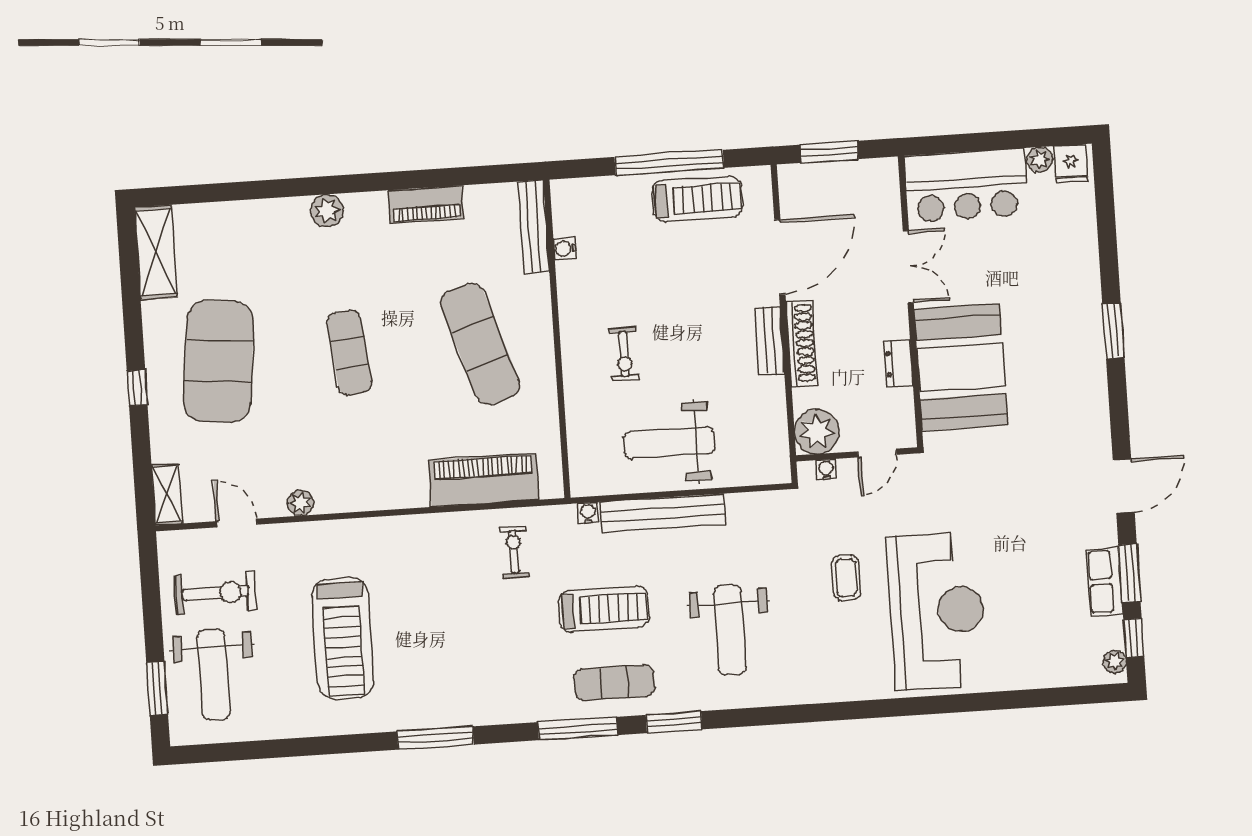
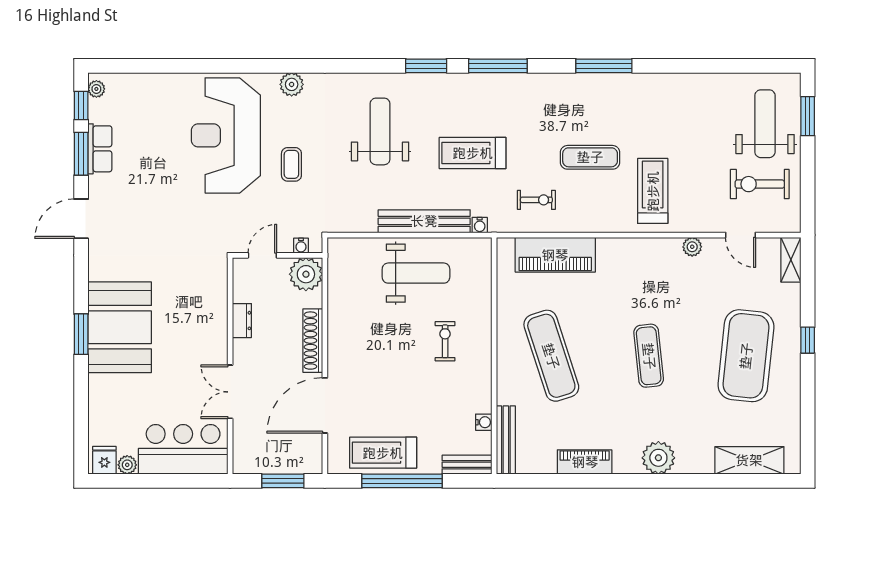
plant: (327, 211) -> (658, 458), width x1.36, depth x1.36
shelving: (156, 252) -> (749, 460), moved, turned 90
bench: (769, 341) -> (467, 465), moved, turned 90
booth: (961, 367) -> (120, 327), moved
exercise bike: (514, 552) -> (536, 200), turned -90
treadmill: (343, 638) -> (653, 191), moved, width x0.73, depth x0.73
exercise mat: (614, 683) -> (590, 157), moved
plant: (853, 685) -> (292, 84), added

